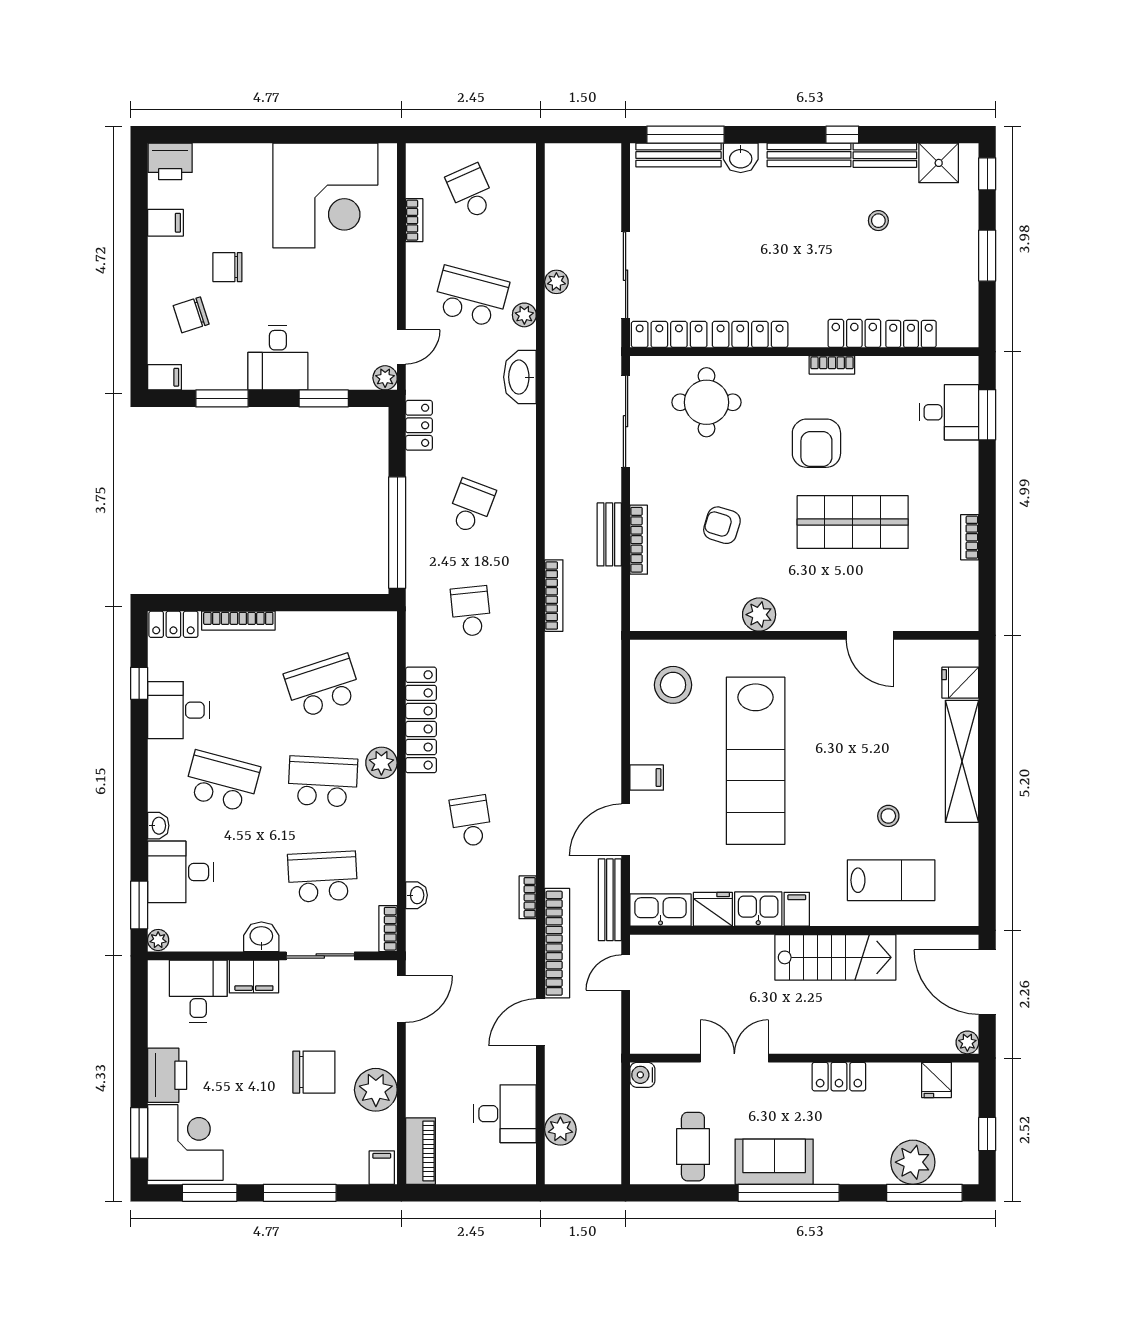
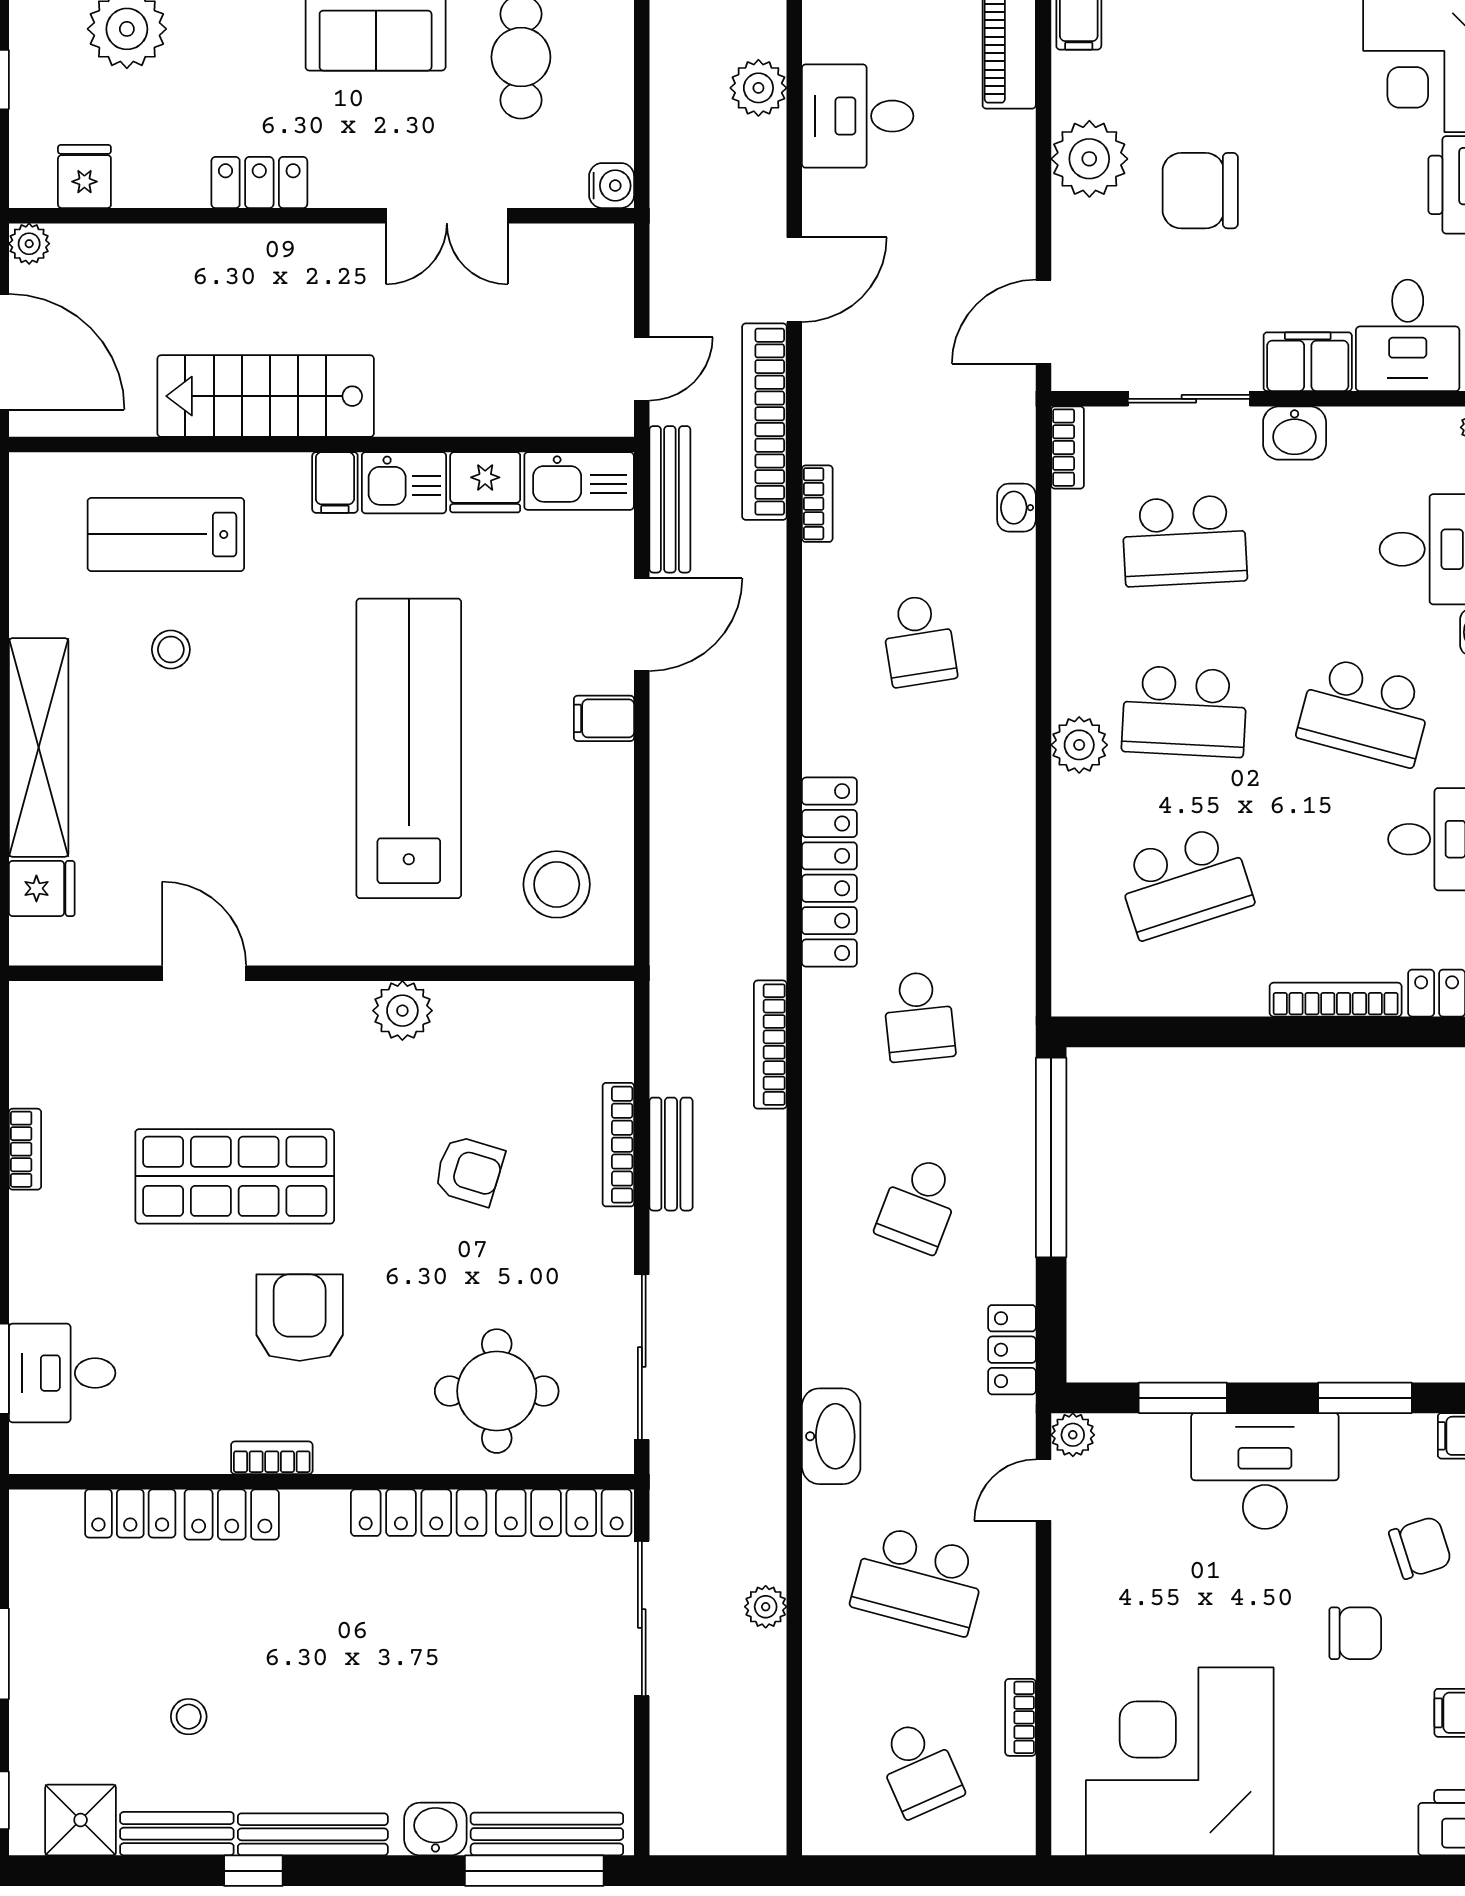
plant: (524, 315) -> (823, 1548), removed
desk: (278, 358) -> (1265, 1471), width x1.37
locker: (421, 720) -> (829, 872), moved, turned 180

